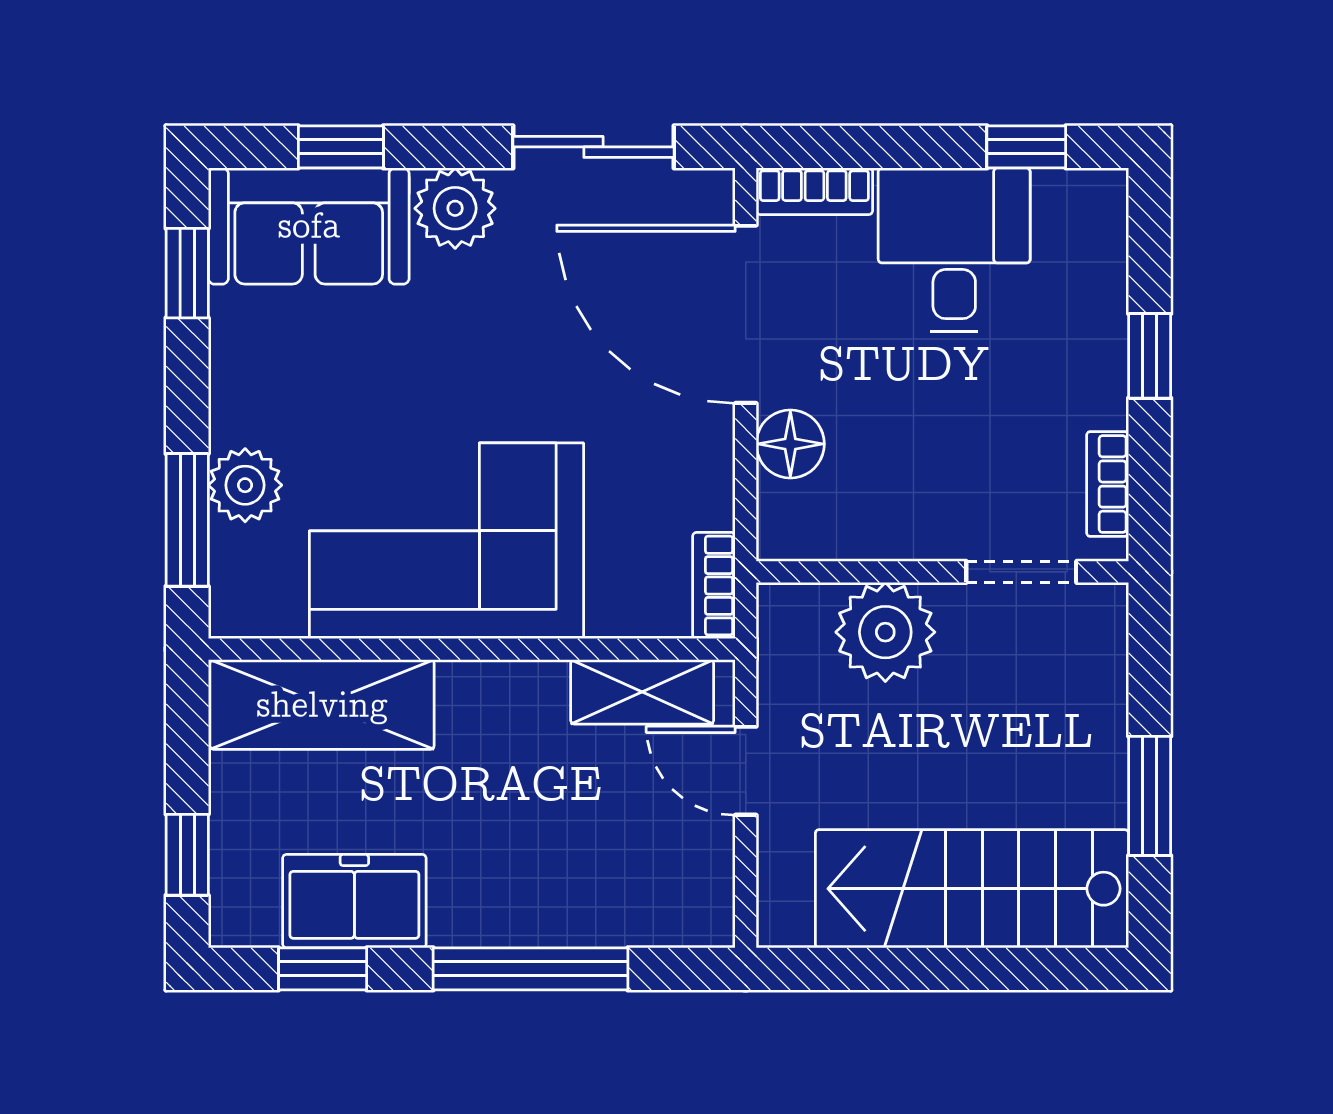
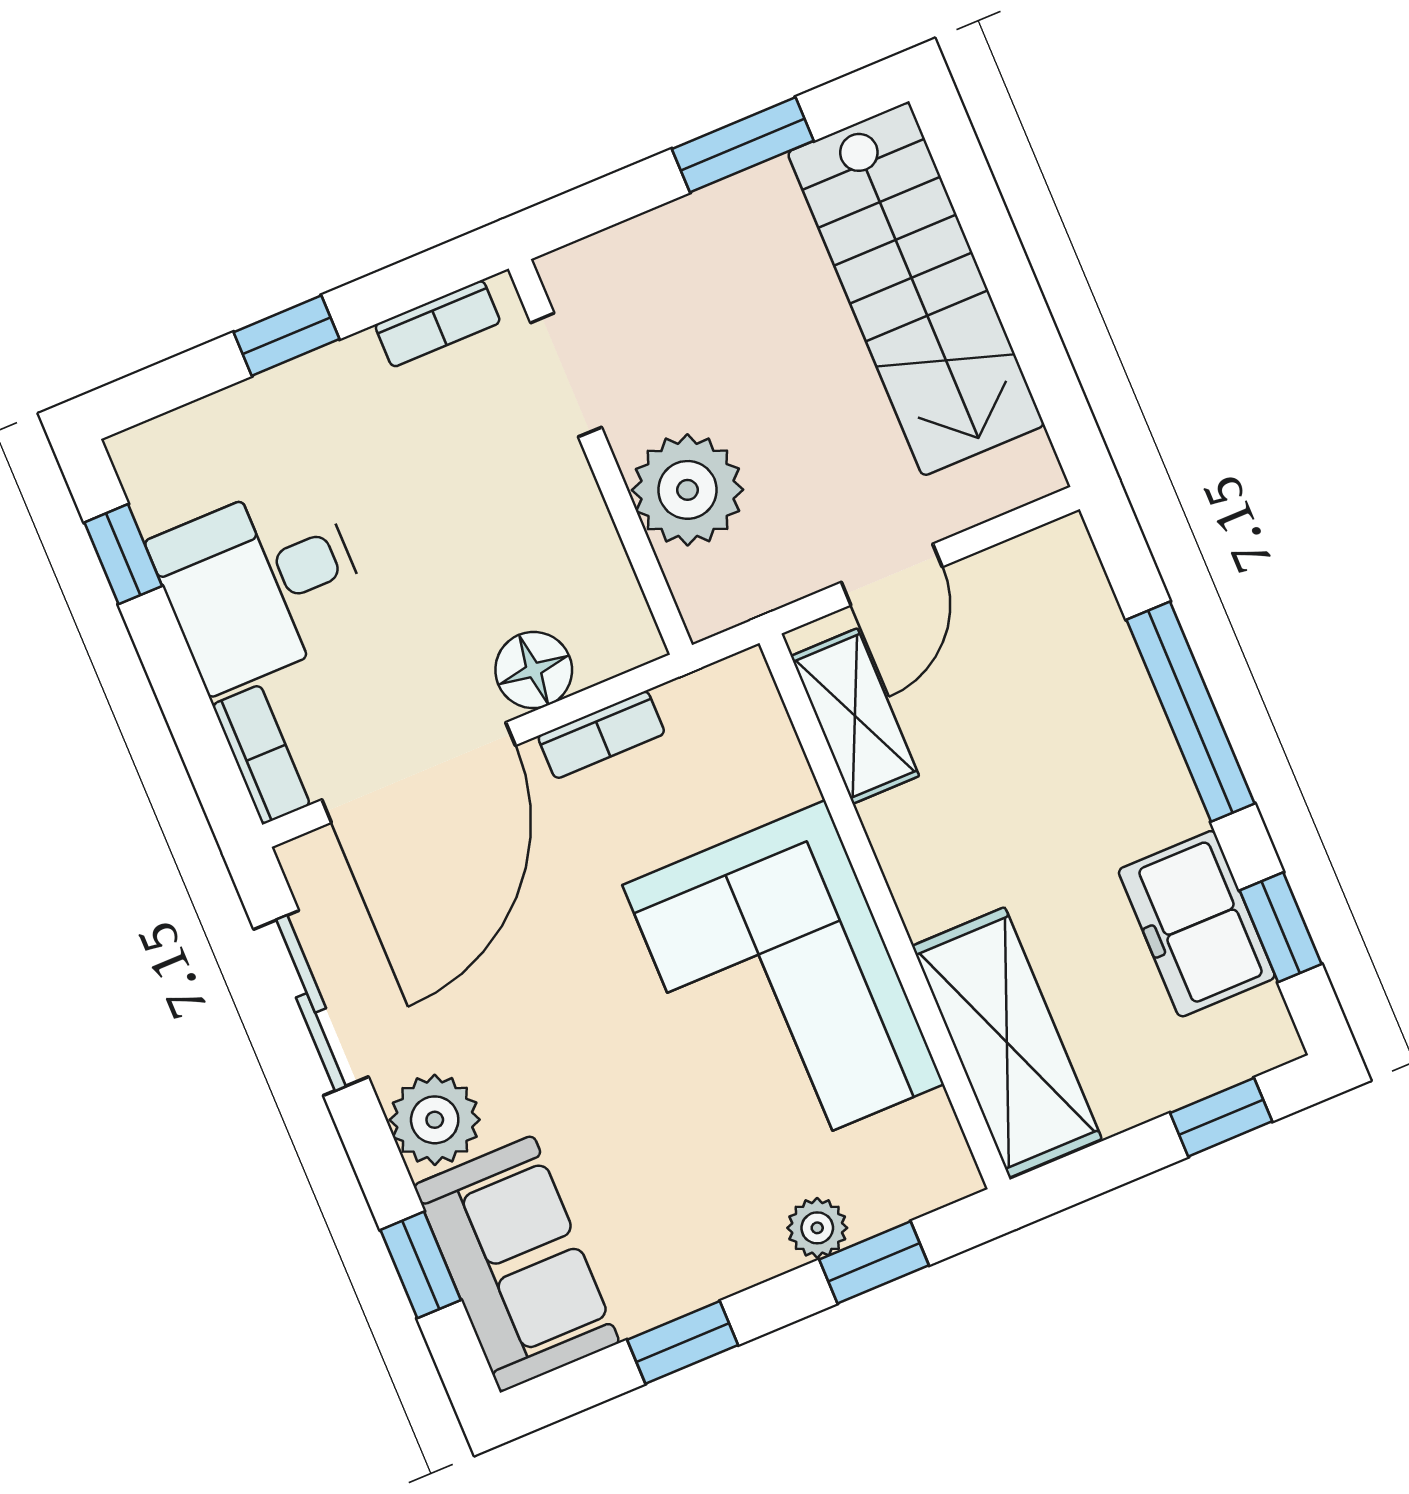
window: (187, 273) -> (683, 1342), moved
plant: (245, 485) -> (817, 1228), width x0.73, depth x0.73
window: (187, 520) -> (874, 1262), width x0.67
bookcase: (714, 586) -> (601, 735), moved

